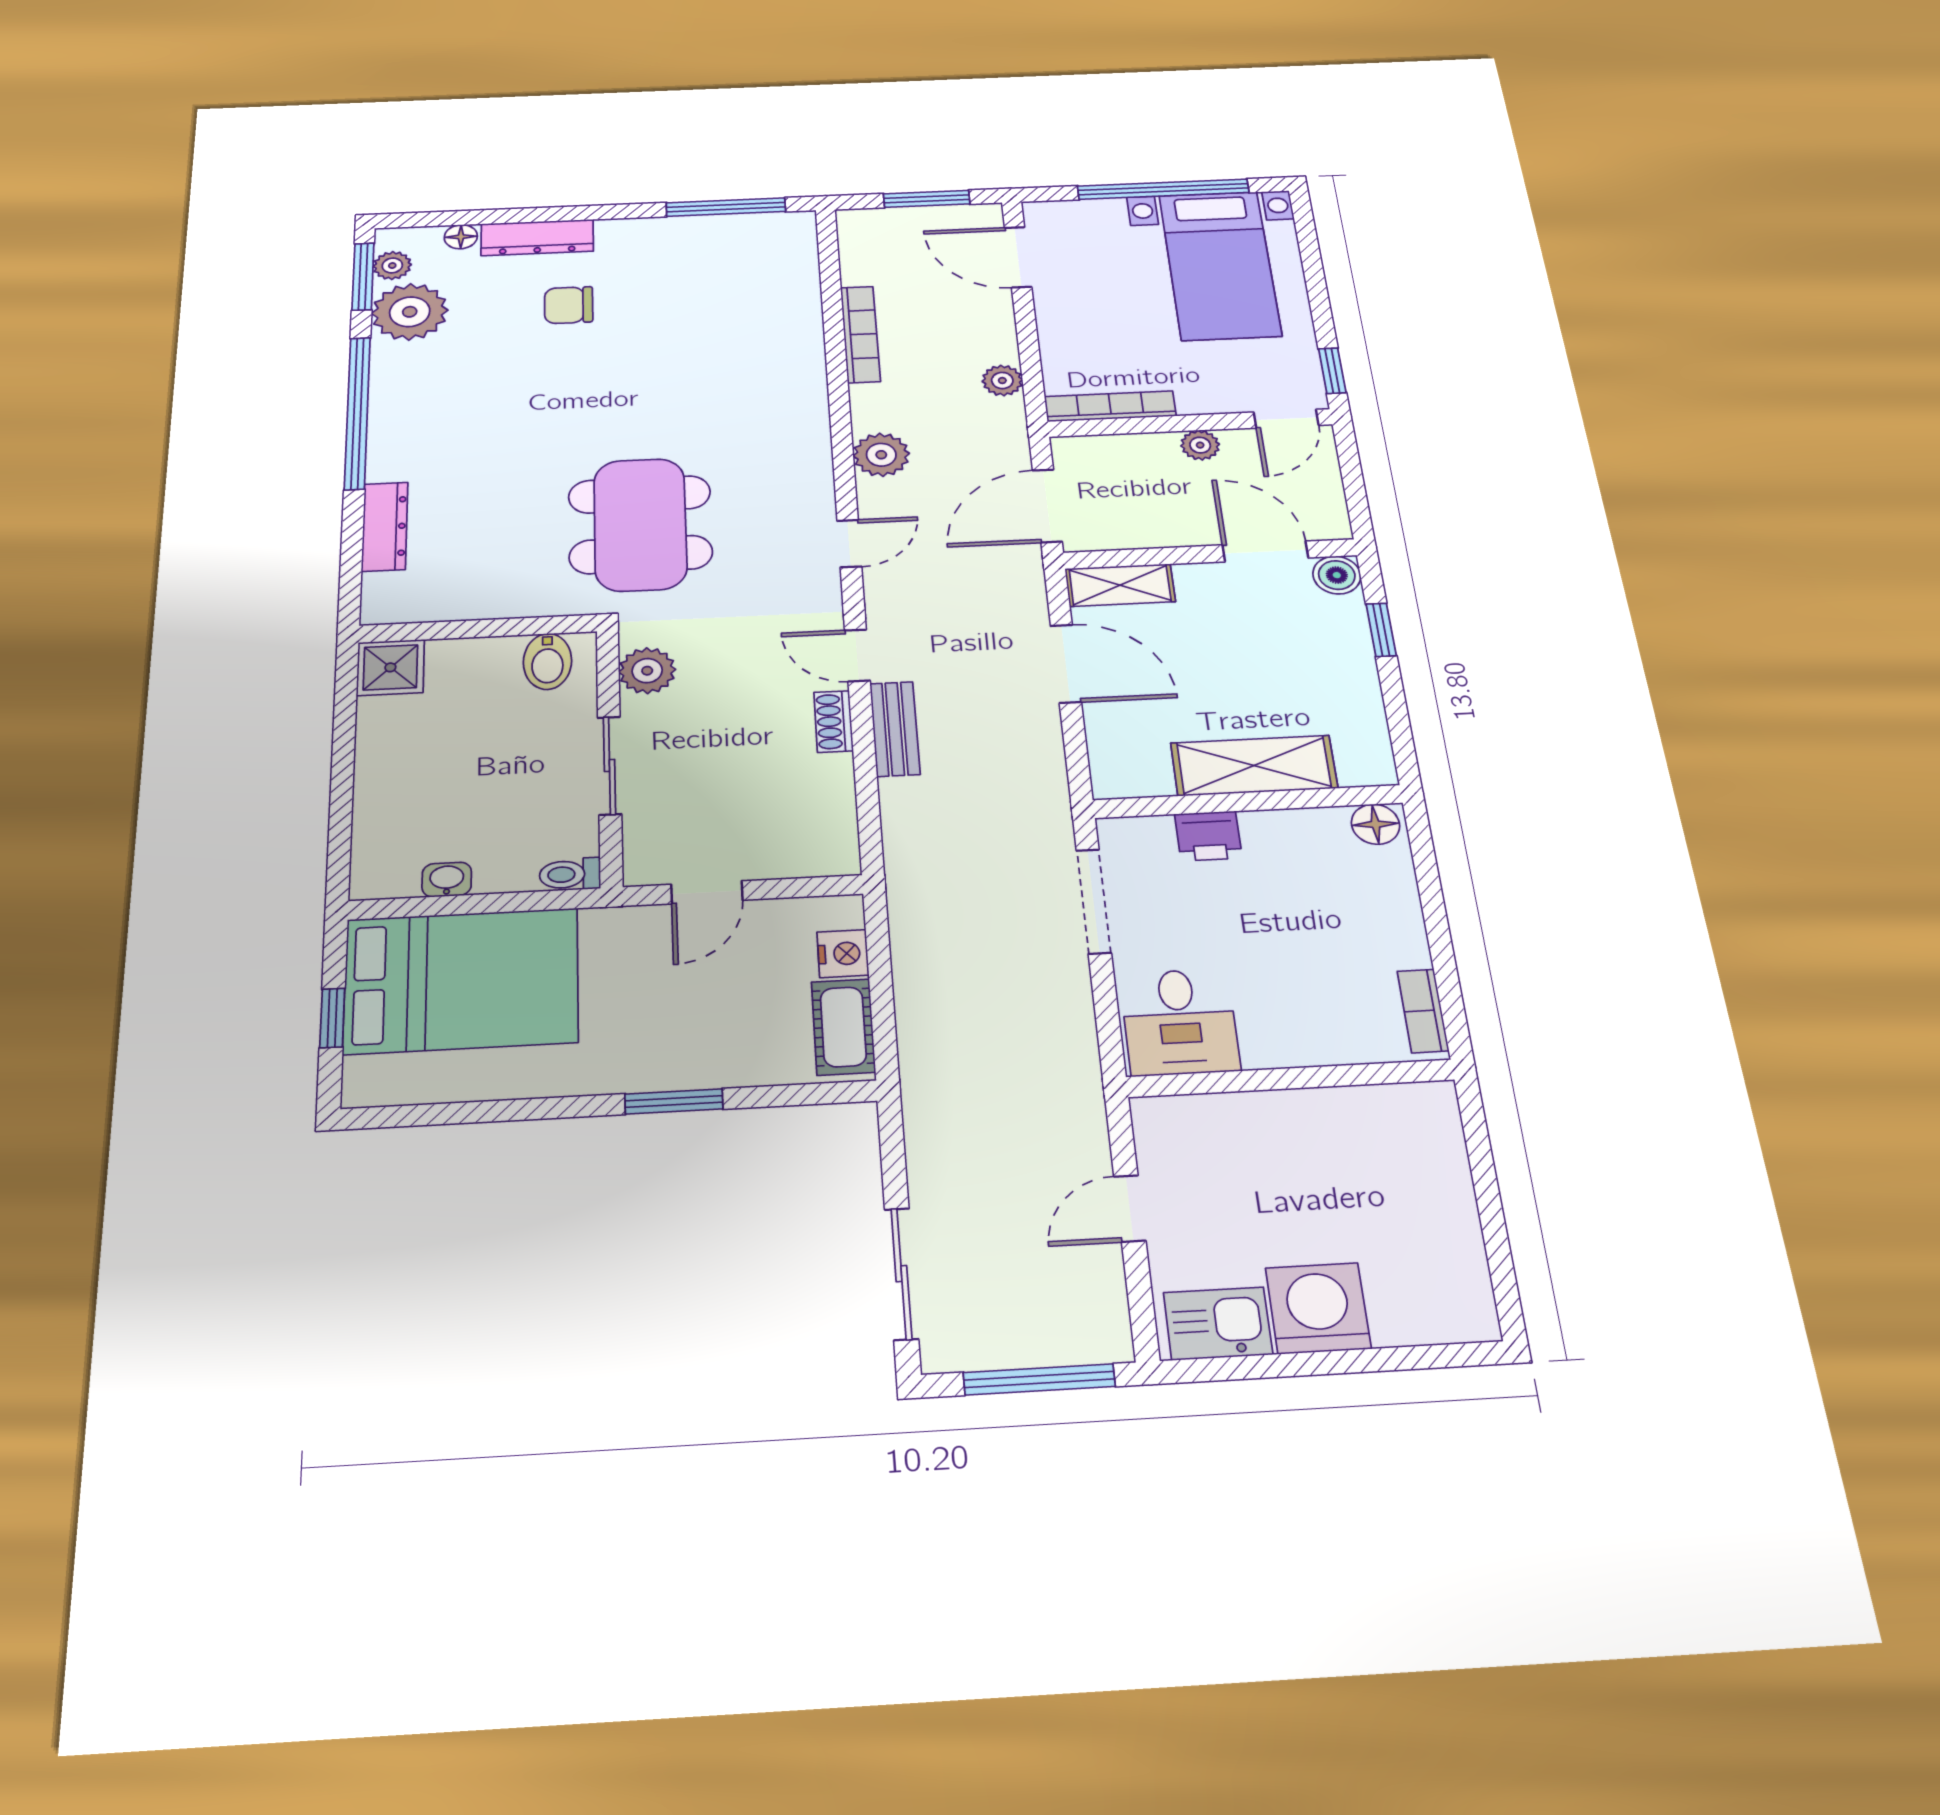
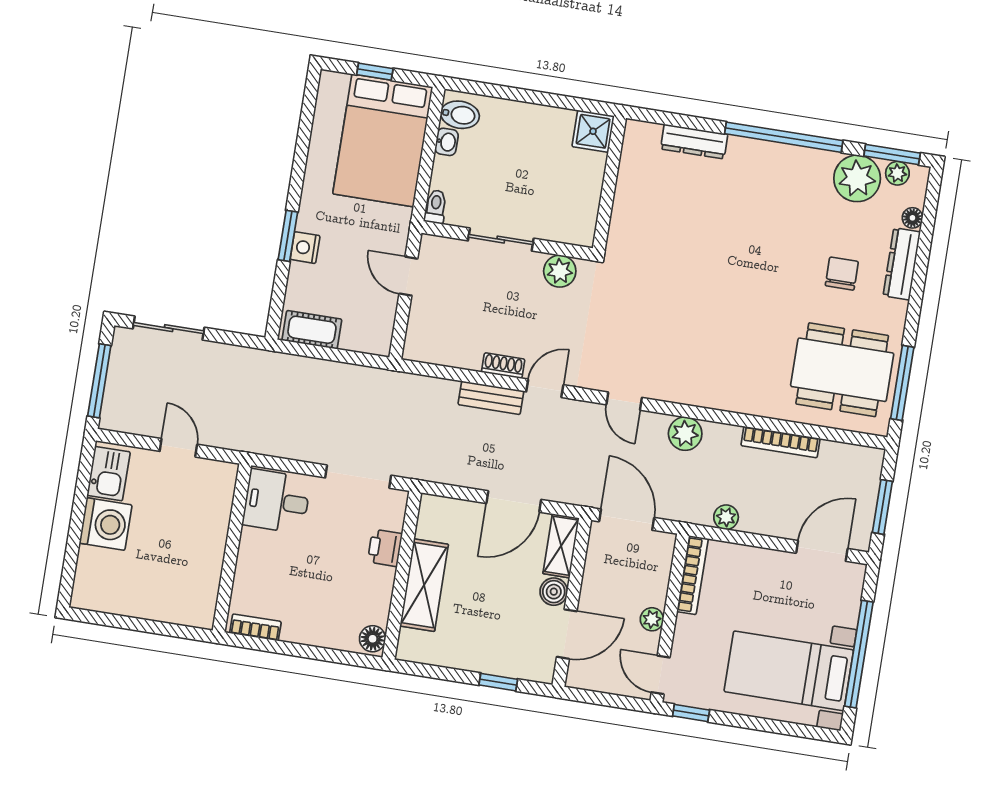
dining table: (640, 524) -> (842, 370), moved
boiler: (1337, 575) -> (554, 592), moved
bidet: (547, 661) -> (460, 115), moved, turned 180
nightstand: (843, 954) -> (305, 248), moved, turned 90

